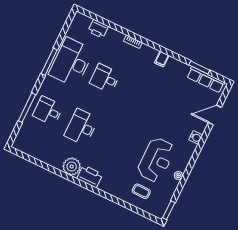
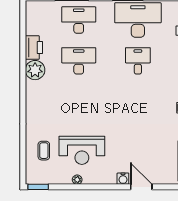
desk: (48, 111) -> (79, 20), width x1.37
door: (215, 115) -> (141, 187), moved
printer: (90, 176) -> (34, 47), moved

